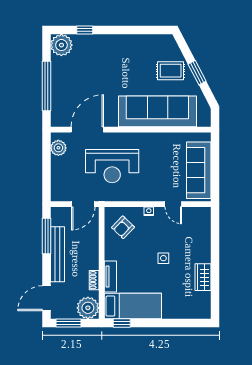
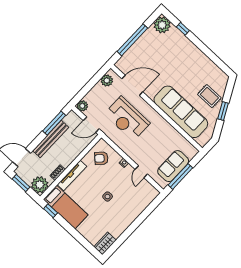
sofa: (199, 170) -> (173, 166), width x0.73
window: (215, 174) -> (180, 176), added
plant: (58, 194) -> (82, 106), added
tv unit: (110, 276) -> (72, 175), width x1.41
wardrobe: (203, 277) -> (105, 243), moved

